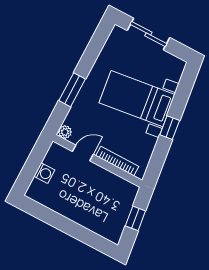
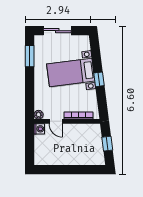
window: (72, 90) -> (30, 56), moved
door: (83, 153) -> (56, 121), swing flipped
washing machine: (44, 173) -> (39, 129), moved

